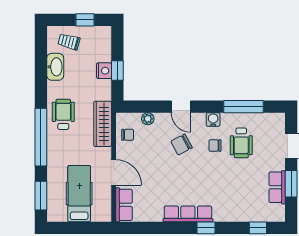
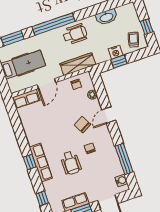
trolley: (69, 42) -> (134, 40), moved
water cooler: (213, 120) -> (121, 180), moved
wheelchair: (241, 143) -> (71, 163), moved, turned -90
row of seats: (188, 214) -> (41, 163), moved

